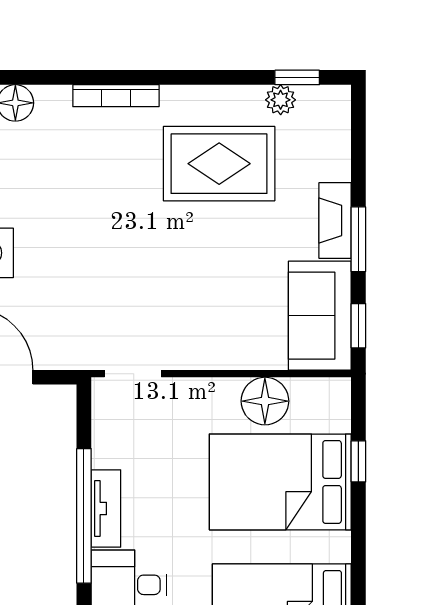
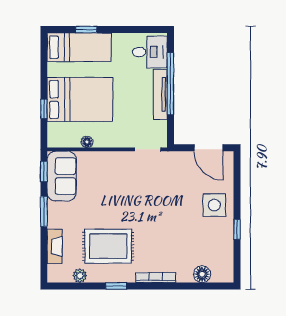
window: (297, 77) -> (116, 286), moved
fireplace: (335, 220) -> (55, 247), moved
floor lamp: (265, 401) -> (87, 142), width x0.53, depth x0.53
tv unit: (106, 509) -> (160, 94), width x1.41

